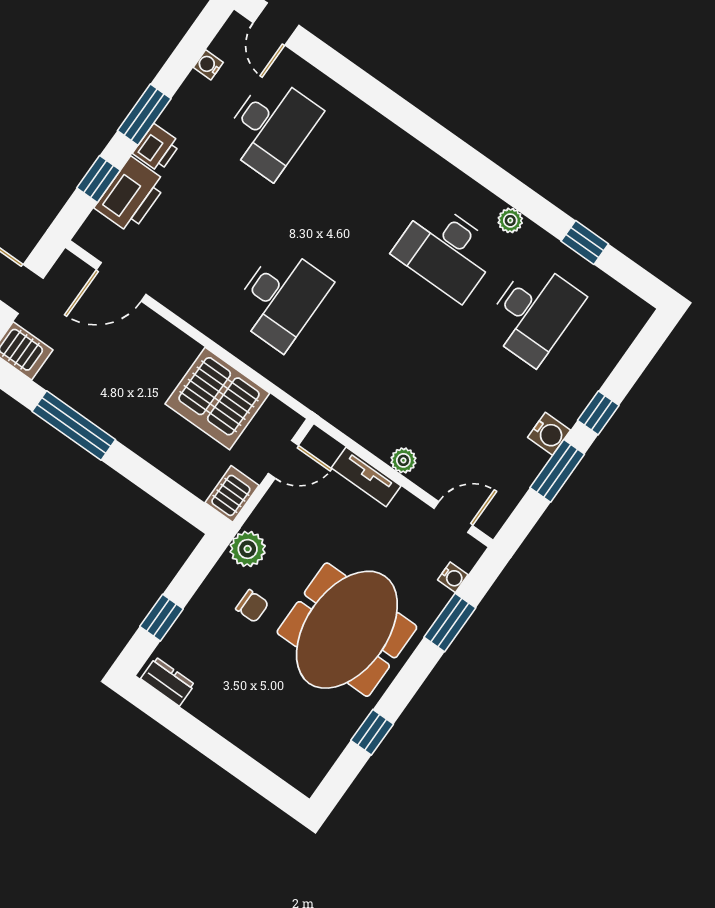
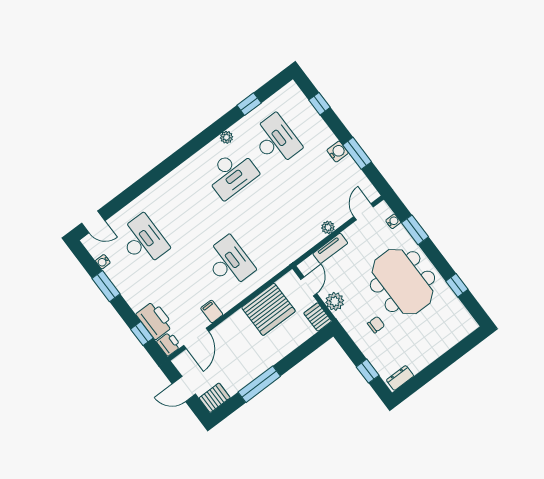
window: (144, 115) -> (106, 286), moved
printer: (157, 148) -> (169, 344), moved
filing cabinet: (180, 295) -> (212, 311), added
window: (598, 413) -> (320, 104), moved
plant: (248, 549) -> (335, 301), moved

